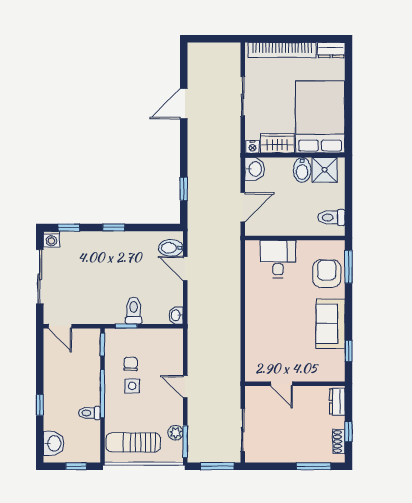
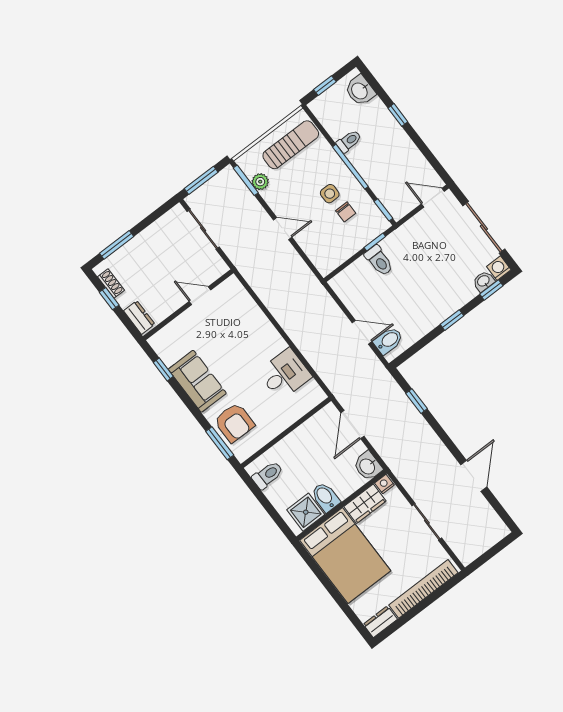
desk: (278, 259) -> (285, 374), moved, turned -90
washbasin: (176, 315) -> (484, 281), moved, turned -90

